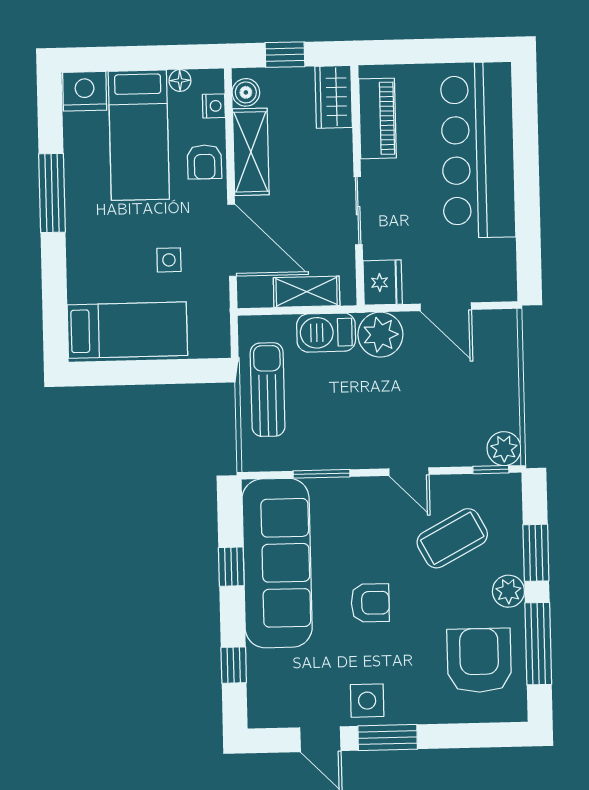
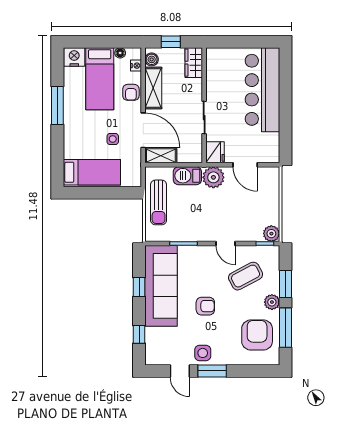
piano: (377, 118) -> (214, 73), removed
shelving: (307, 292) -> (161, 156), moved
sun lounger: (268, 390) -> (159, 202), turned 180

